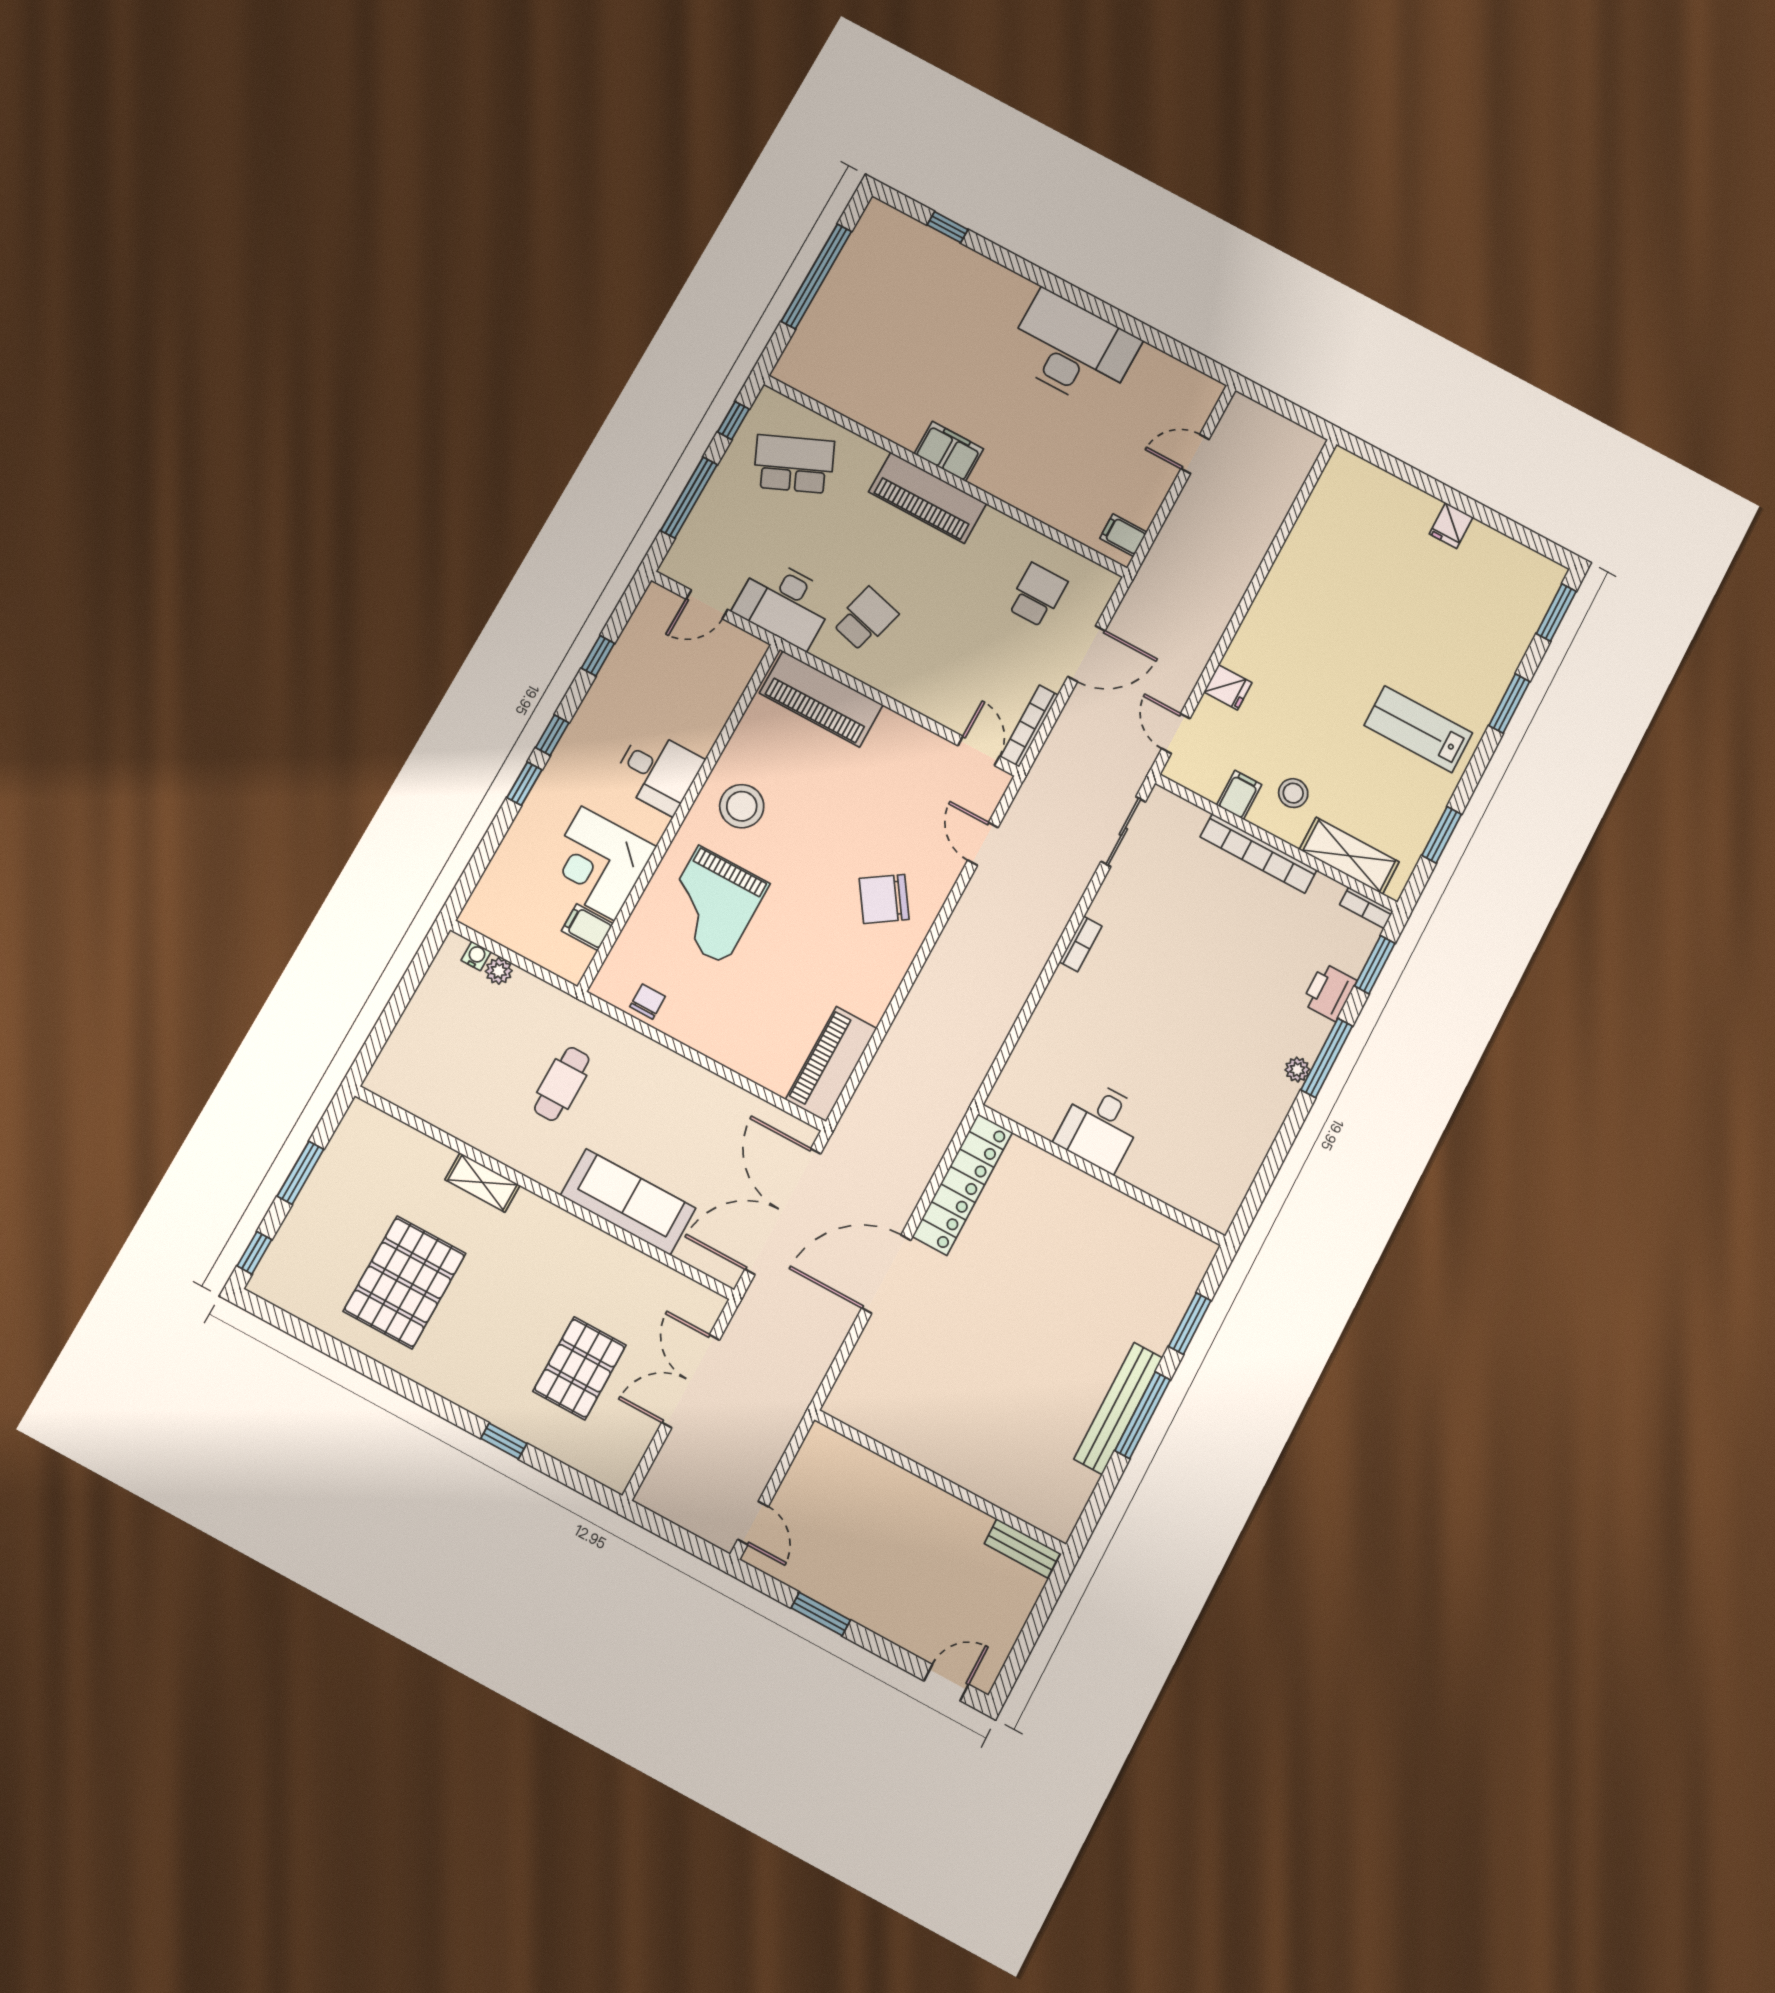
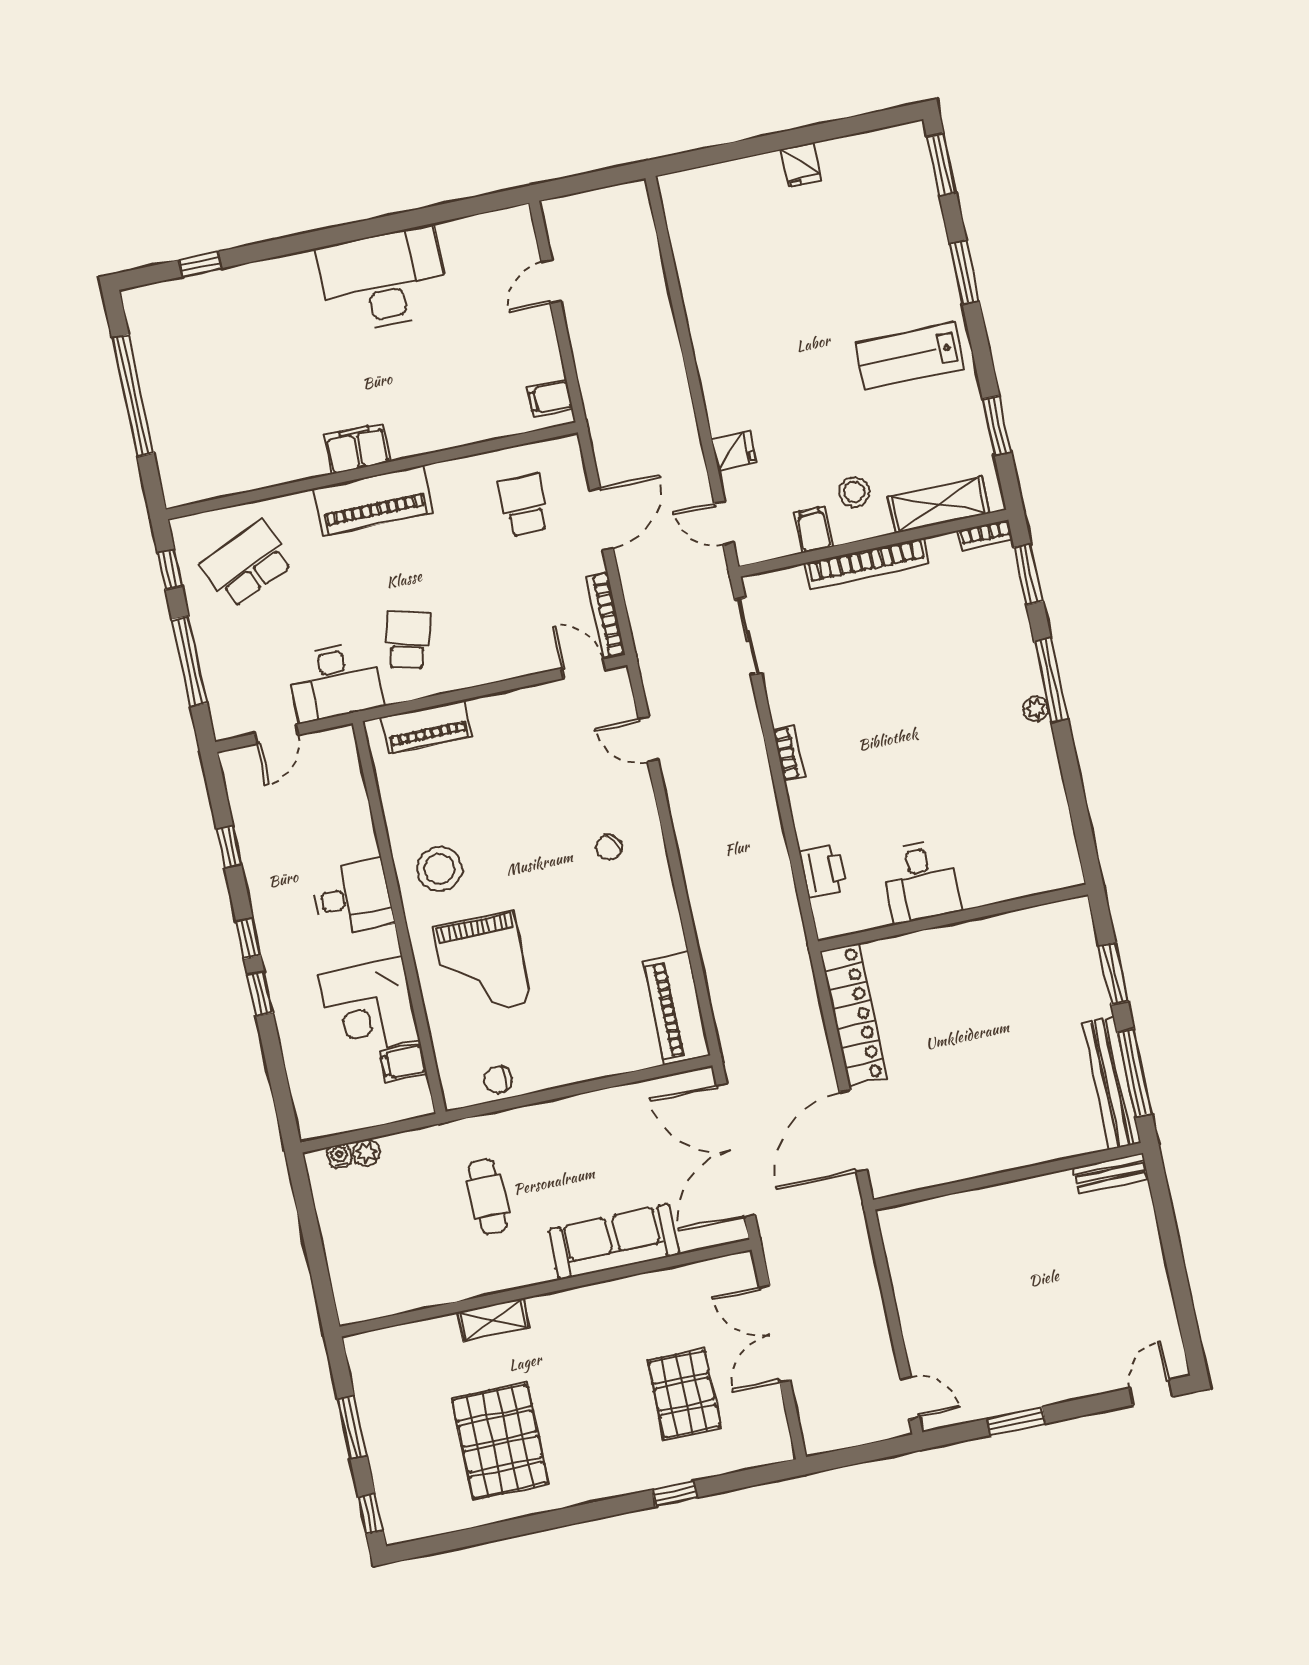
piano: (821, 699) -> (427, 727), width x0.73, depth x0.75
chair: (884, 899) -> (609, 847), width x0.54, depth x0.54
printer: (1329, 992) -> (823, 871), moved, turned 180
chair: (648, 1002) -> (498, 1080), turned -87
wall: (940, 1482) -> (1008, 1176), moved
bench: (1022, 1548) -> (1110, 1173), moved

